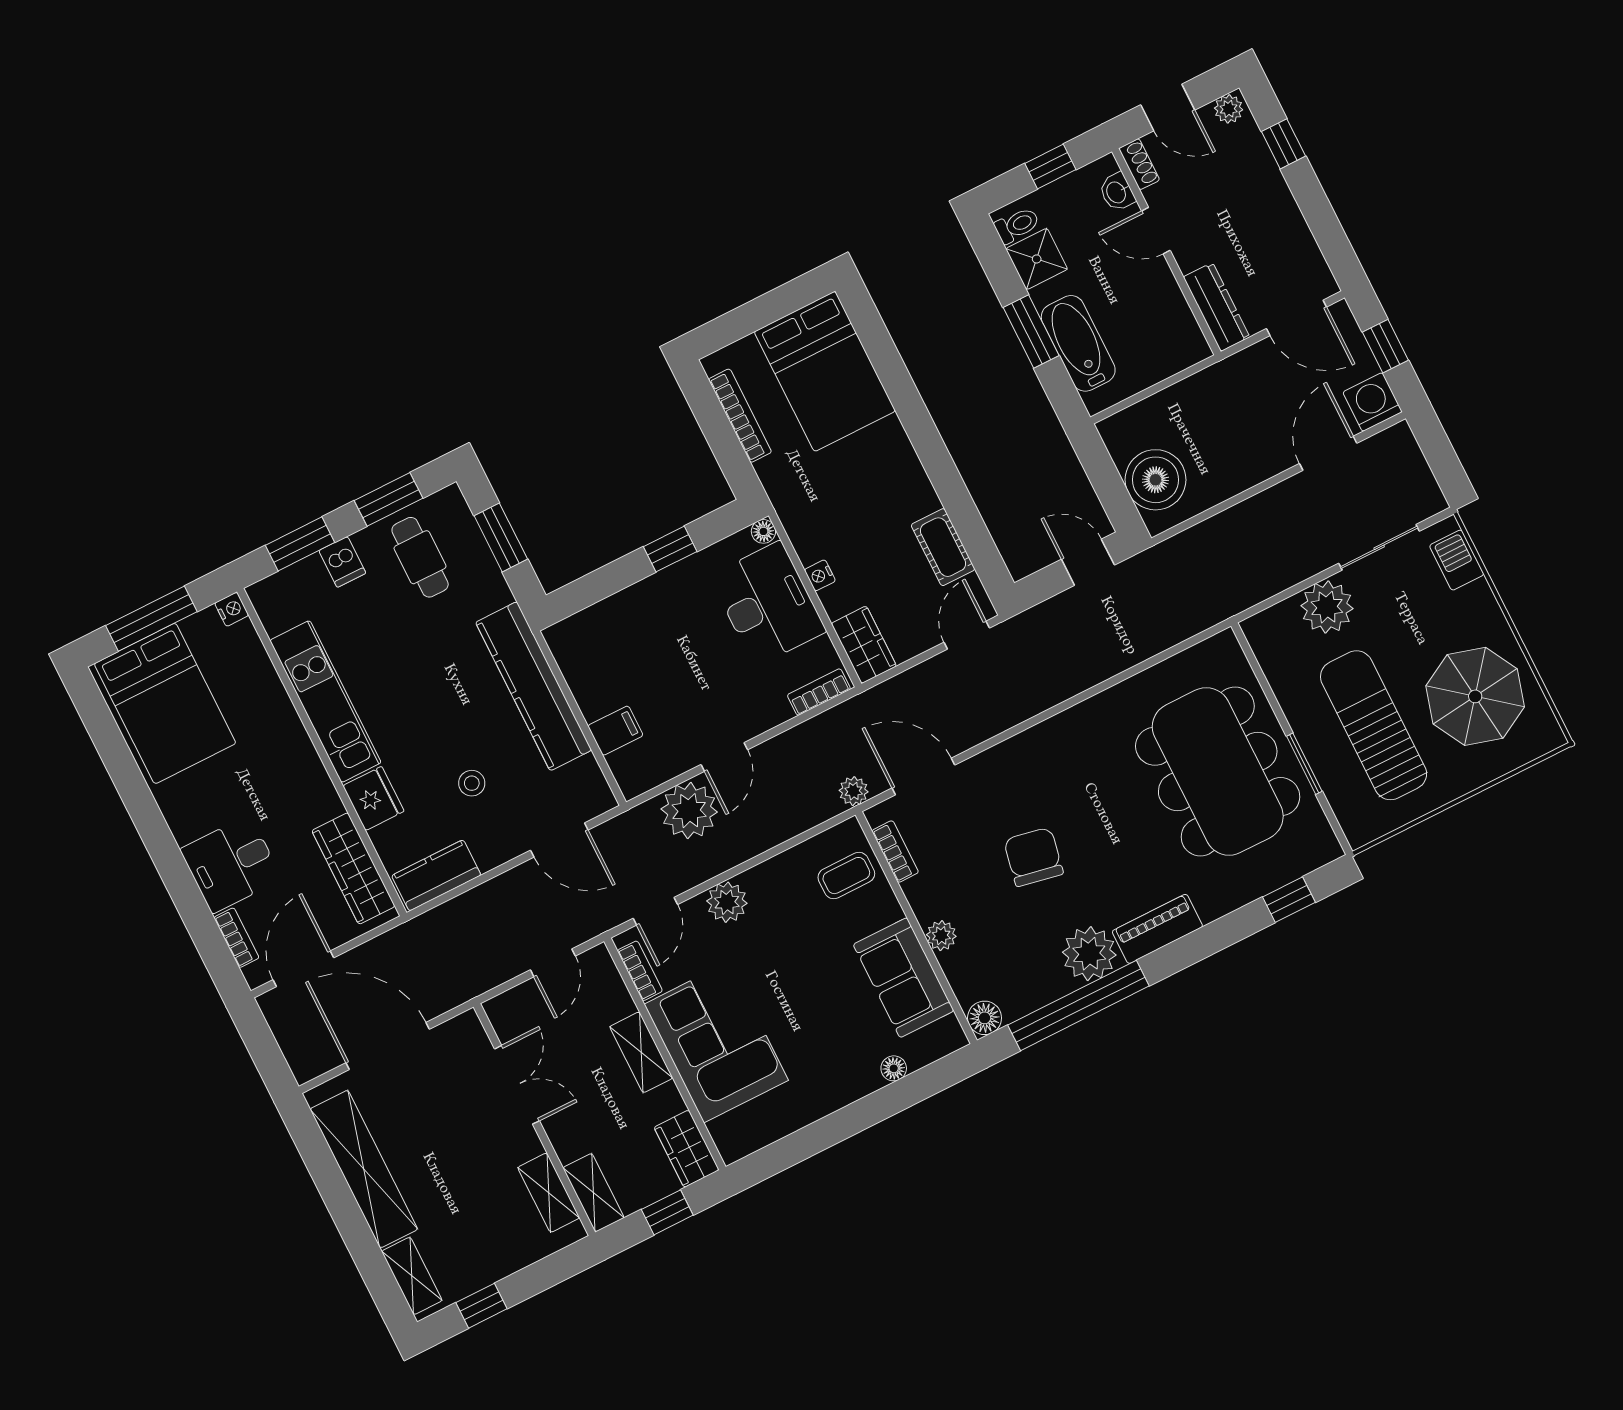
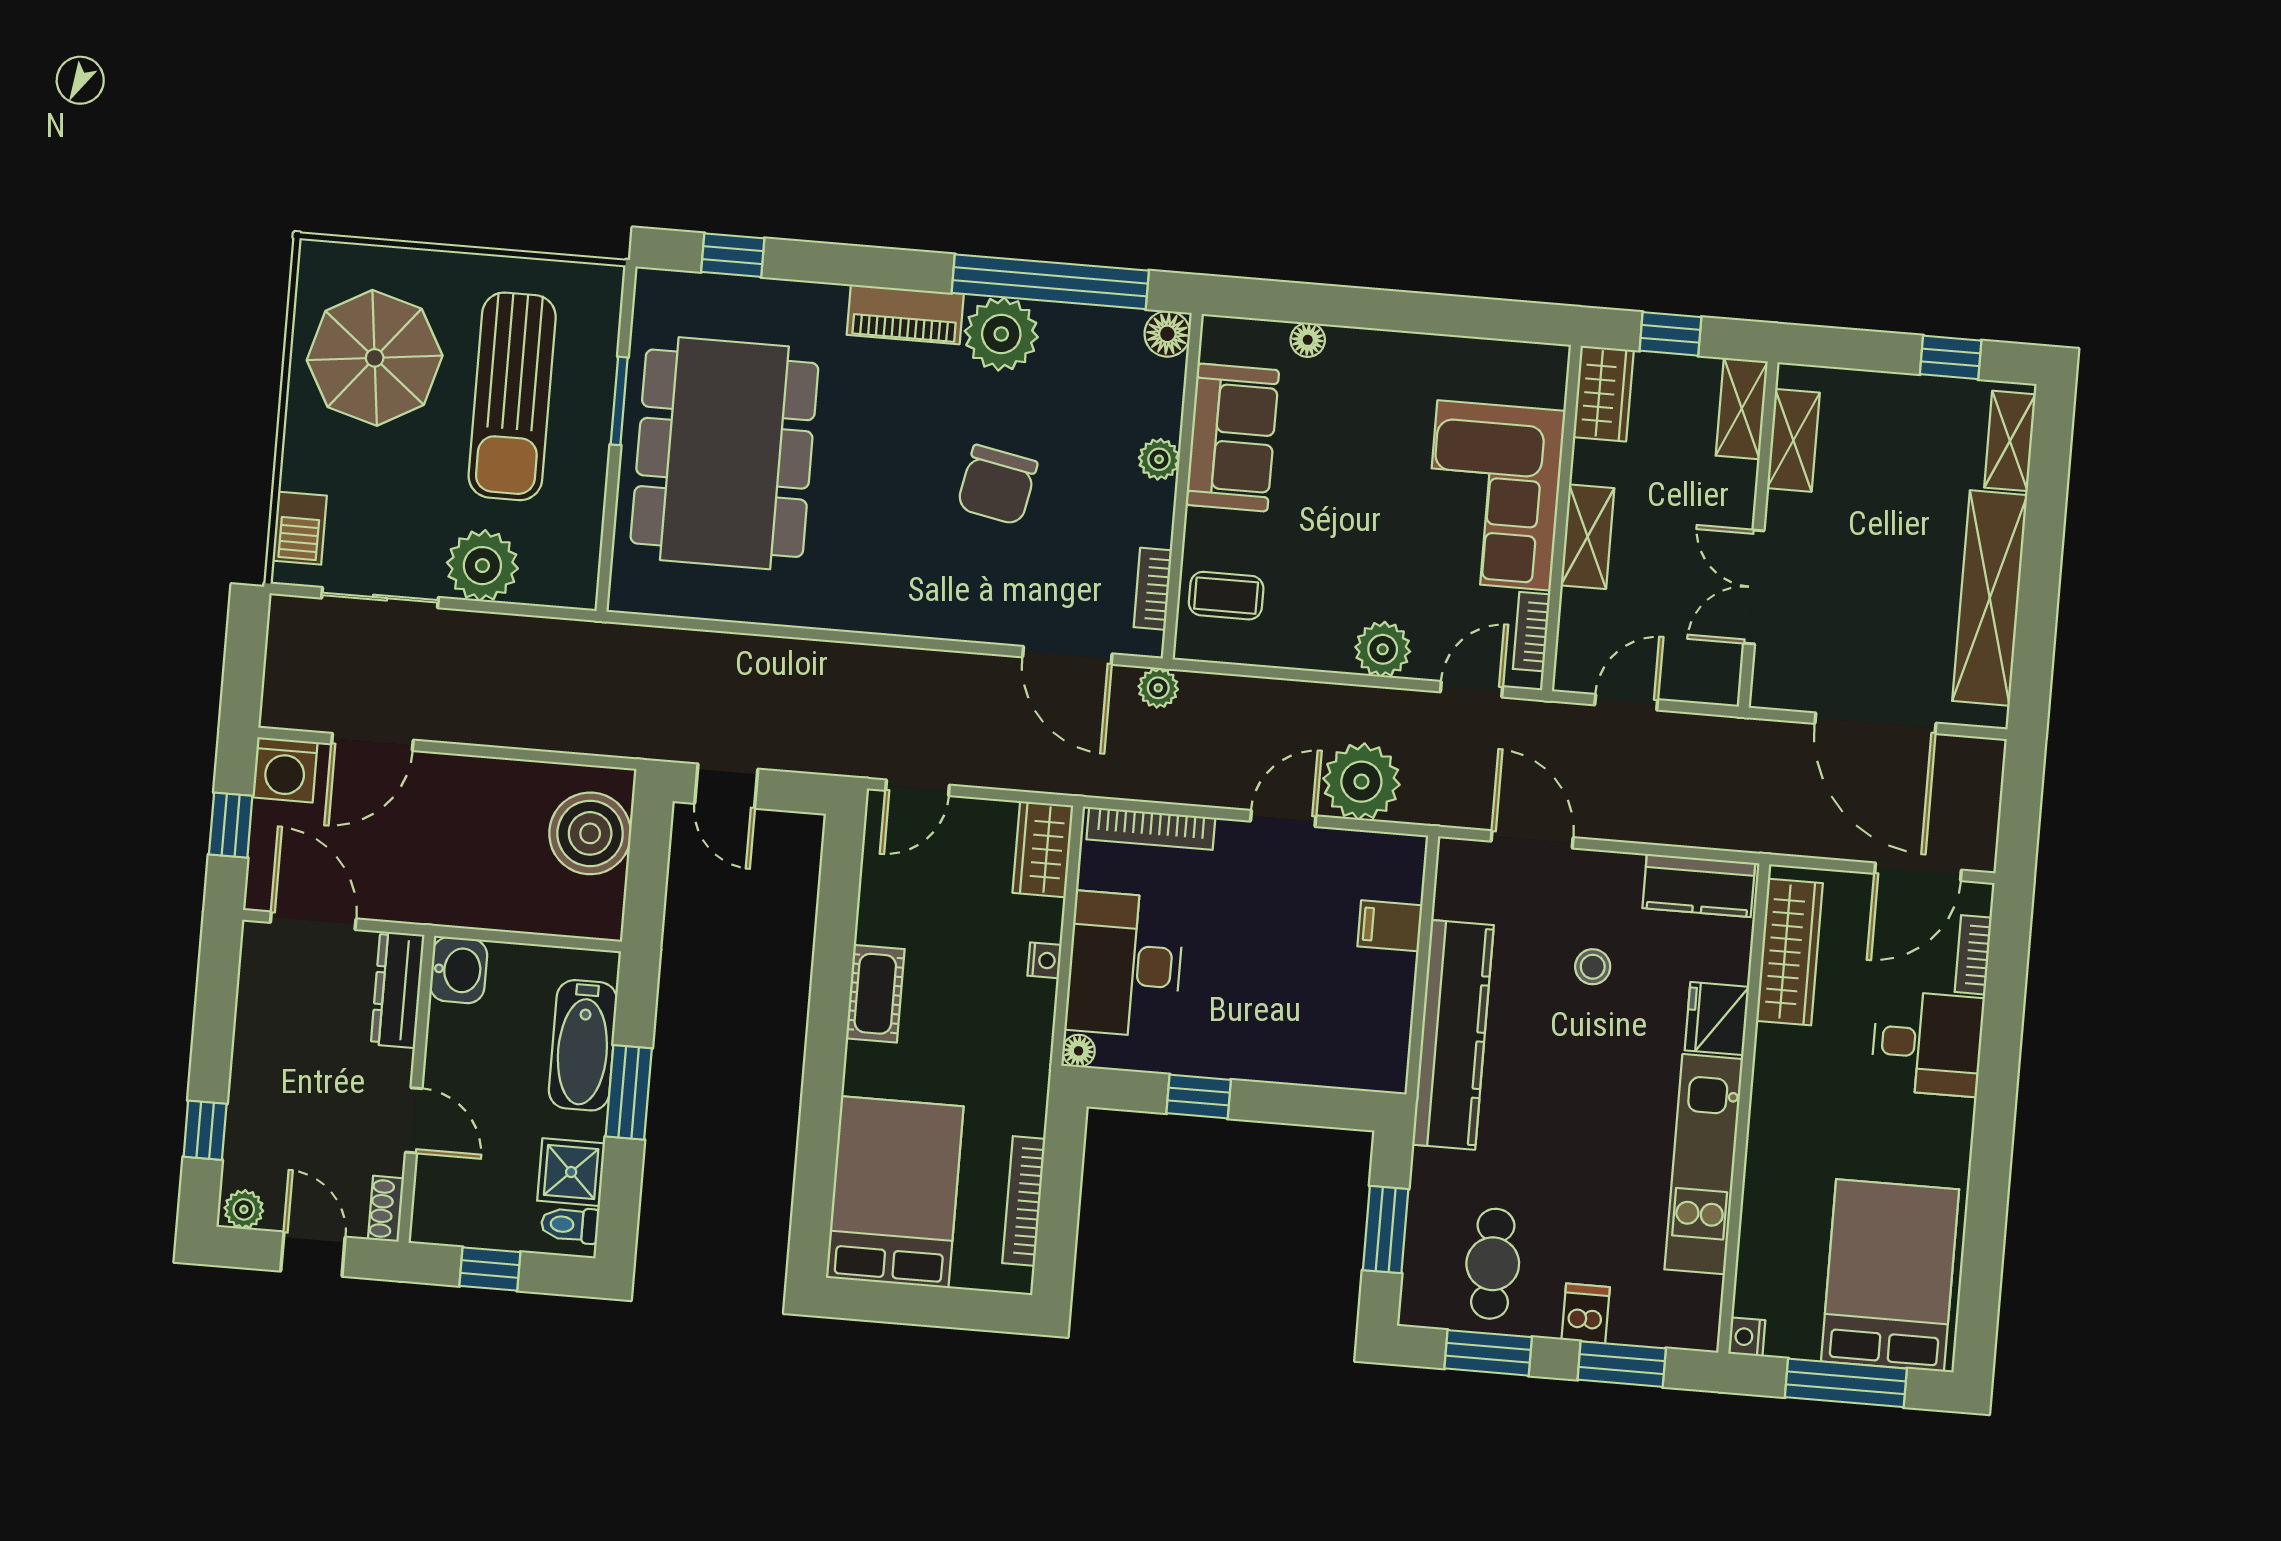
washbasin: (1117, 192) -> (459, 970), moved, width x1.38, depth x1.45
cot: (943, 547) -> (875, 994), moved
bookcase: (819, 692) -> (1151, 828), width x1.56

